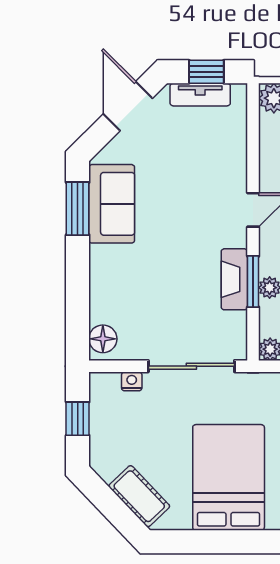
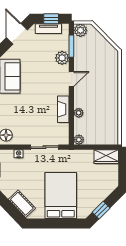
plant: (231, 161) -> (62, 58), added
window: (253, 282) -> (71, 46), moved
sliding door: (191, 366) -> (45, 147), width x0.73

